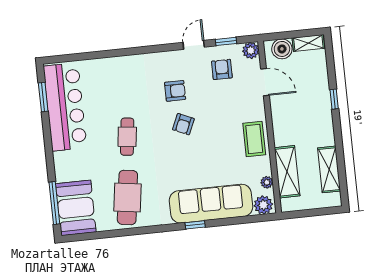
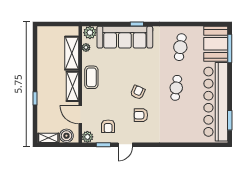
bar counter: (65, 107) -> (216, 102), width x1.36
shelving: (329, 169) -> (72, 86), moved
cafe table: (127, 197) -> (180, 47), width x0.73, depth x0.74

